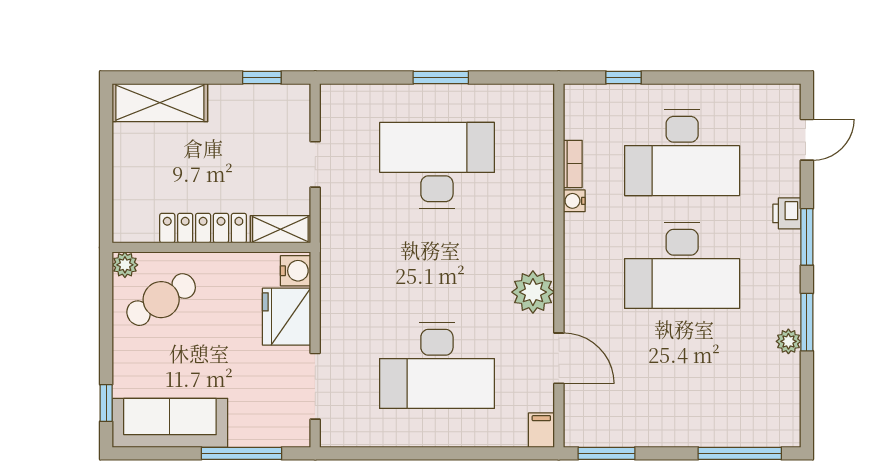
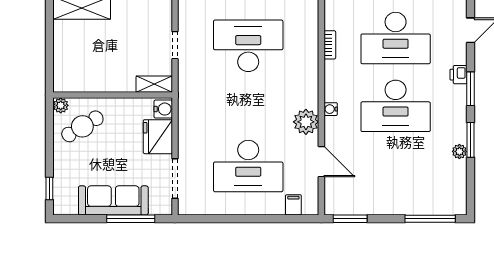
water cooler: (574, 201) -> (331, 109), moved
locker: (203, 228) -> (108, 83), removed
sofa: (170, 423) -> (113, 200), moved
filing cabinet: (541, 430) -> (293, 205), moved

